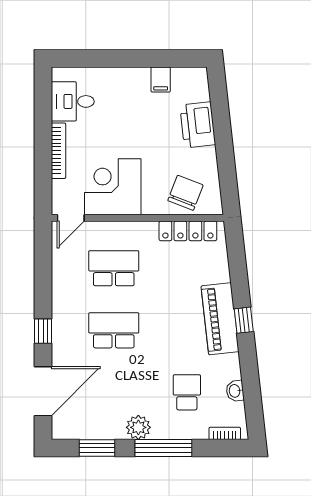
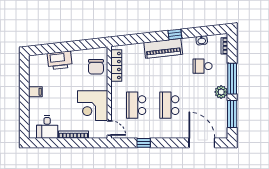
filing cabinet: (161, 80) -> (35, 92), moved
chair: (185, 193) -> (96, 67), turned -111
window: (244, 320) -> (175, 34), moved
window: (43, 331) -> (144, 143), moved
window: (97, 448) -> (232, 114), width x1.44

